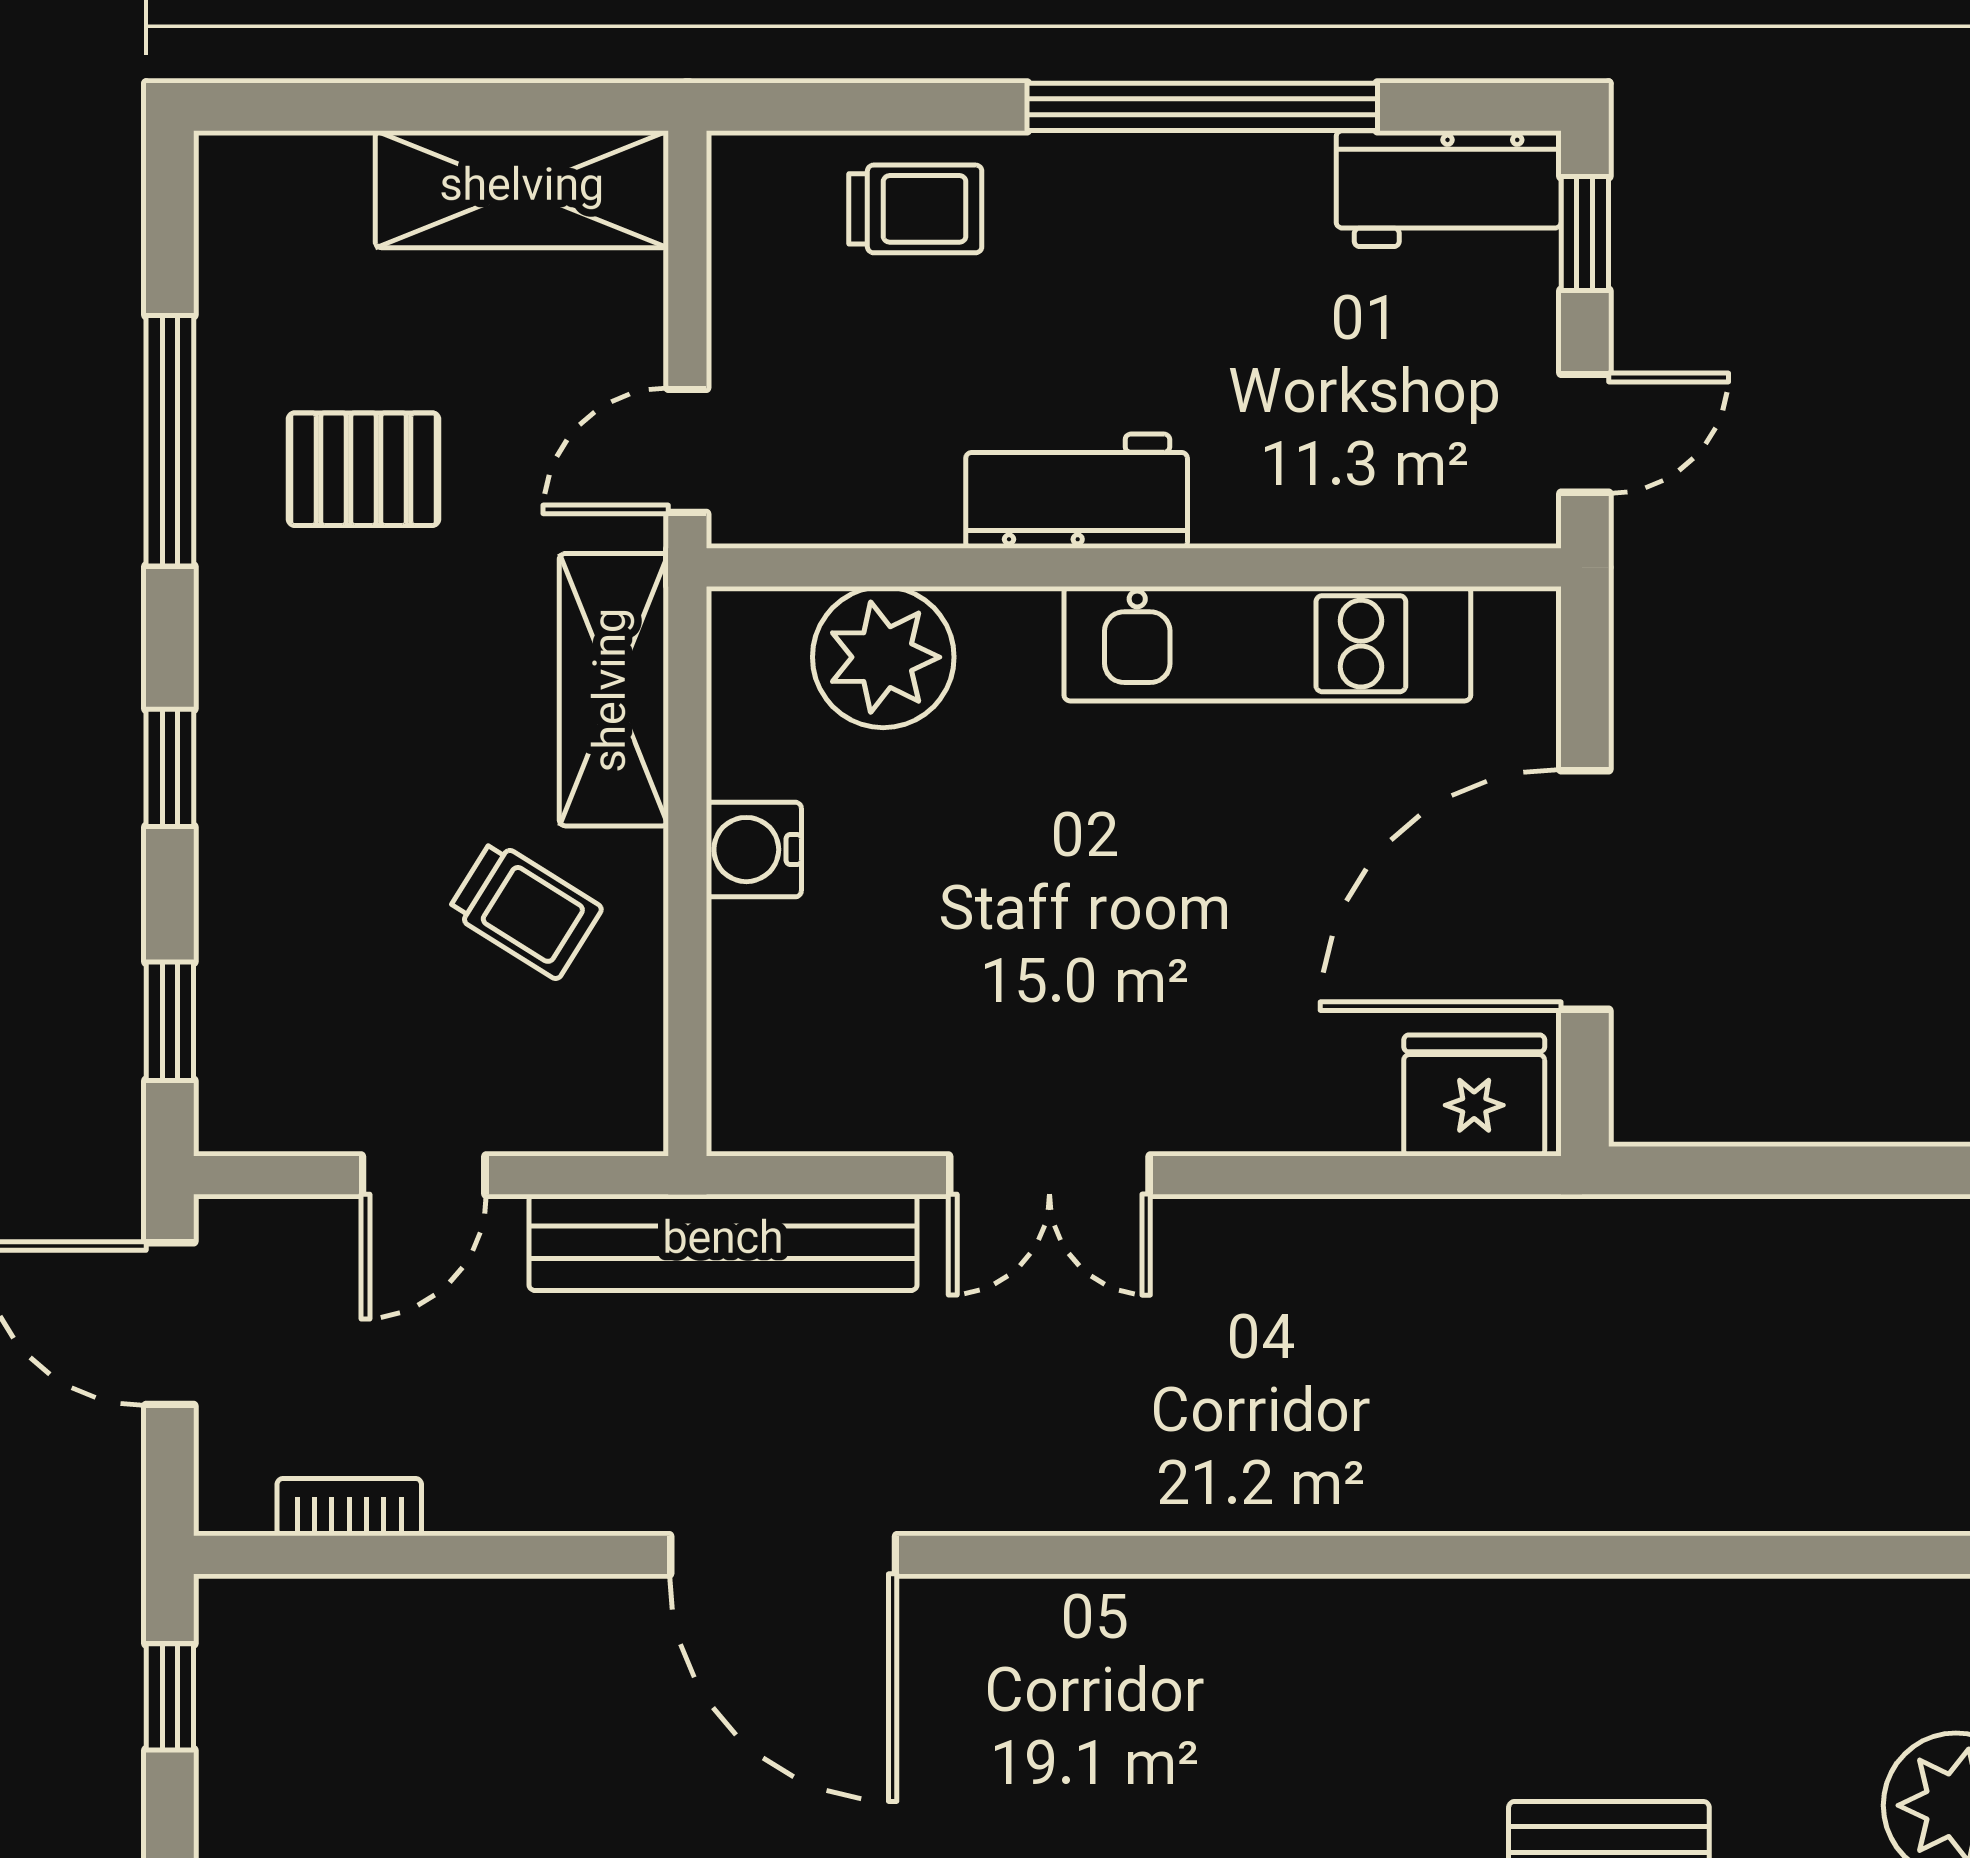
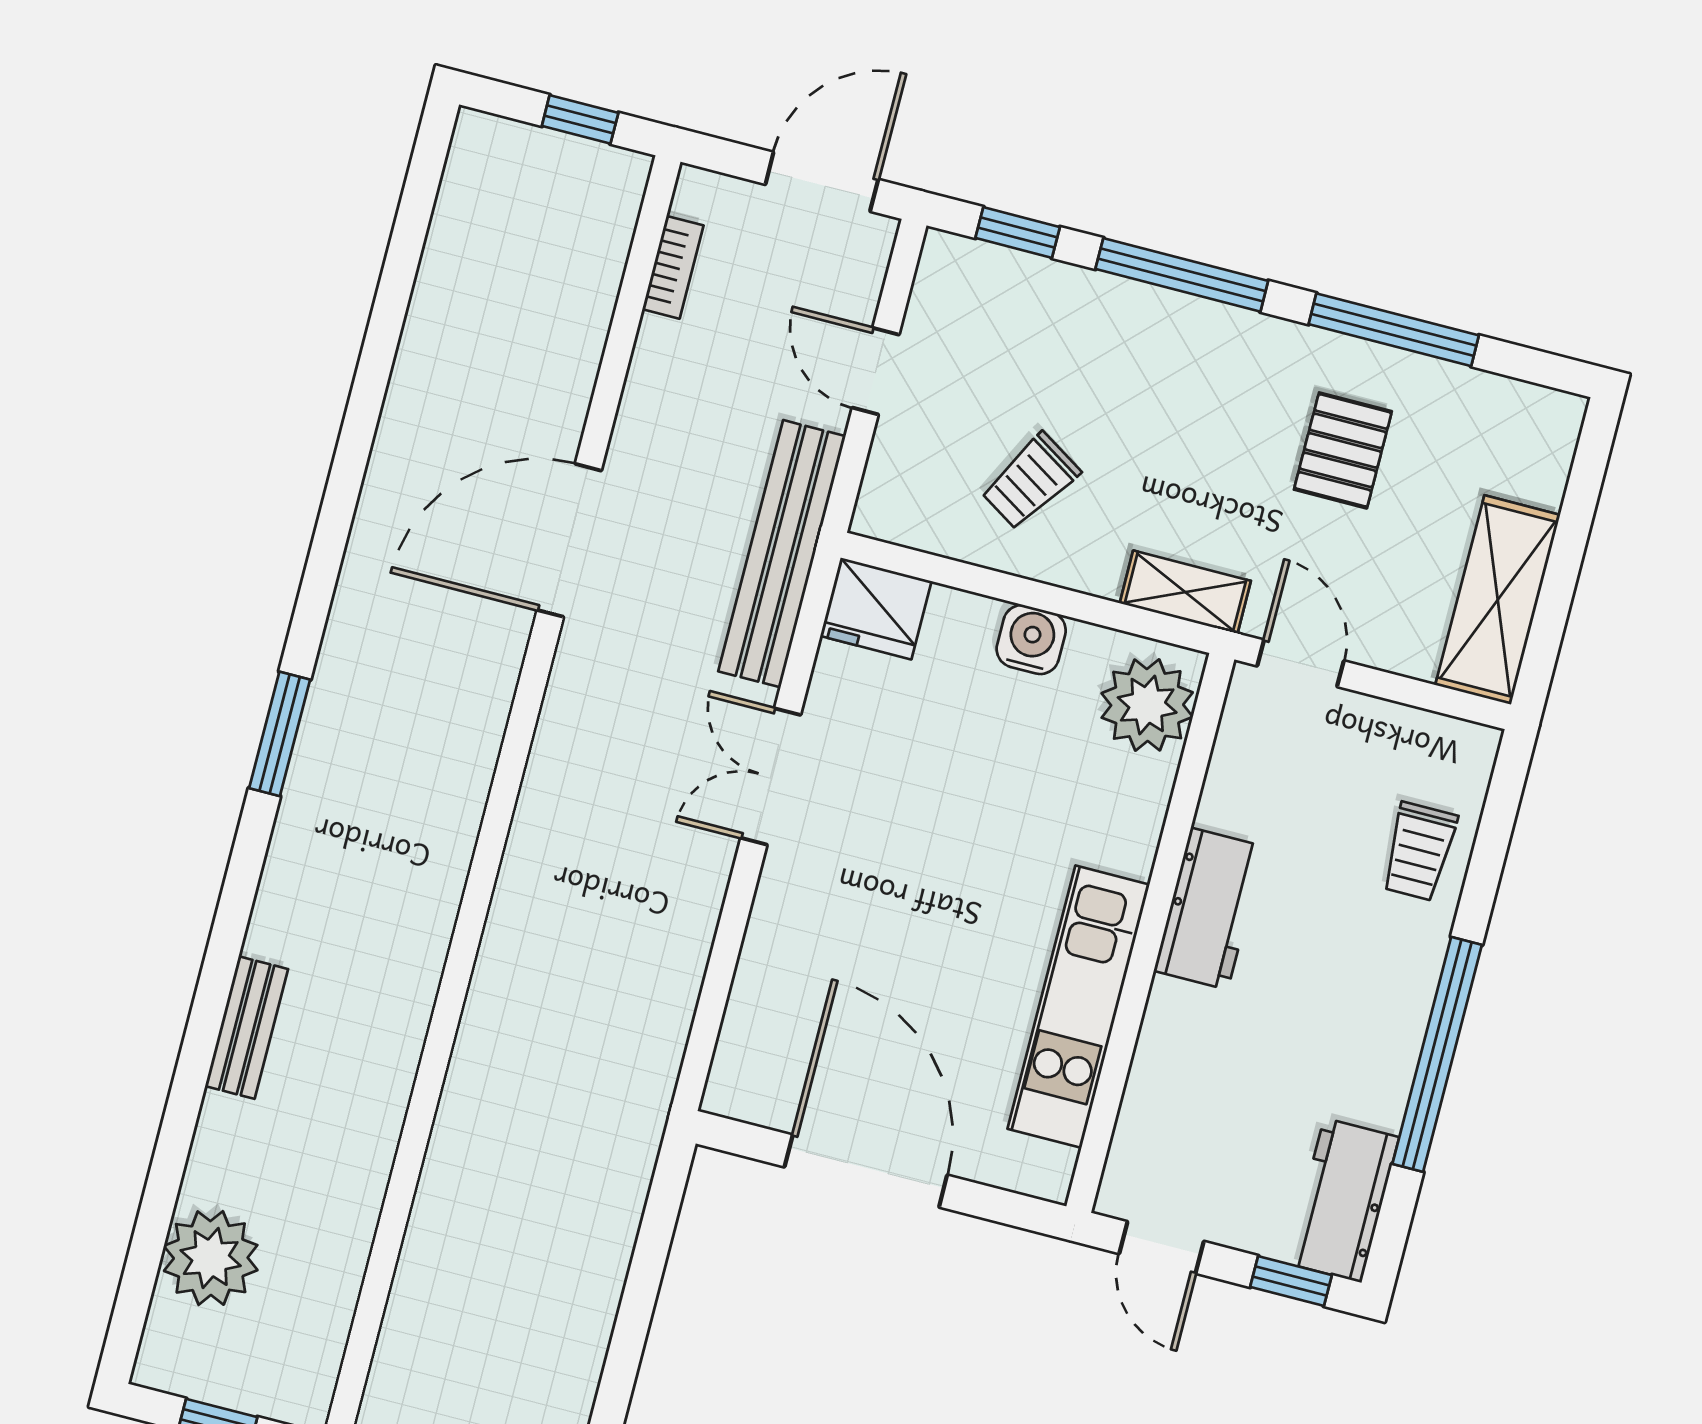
plant: (883, 657) -> (1147, 705), moved
shelving: (614, 690) -> (1185, 592), width x0.67, depth x0.75
window: (170, 768) -> (1182, 275), width x2.17
fridge: (1474, 1096) -> (876, 608), moved, turned 90

